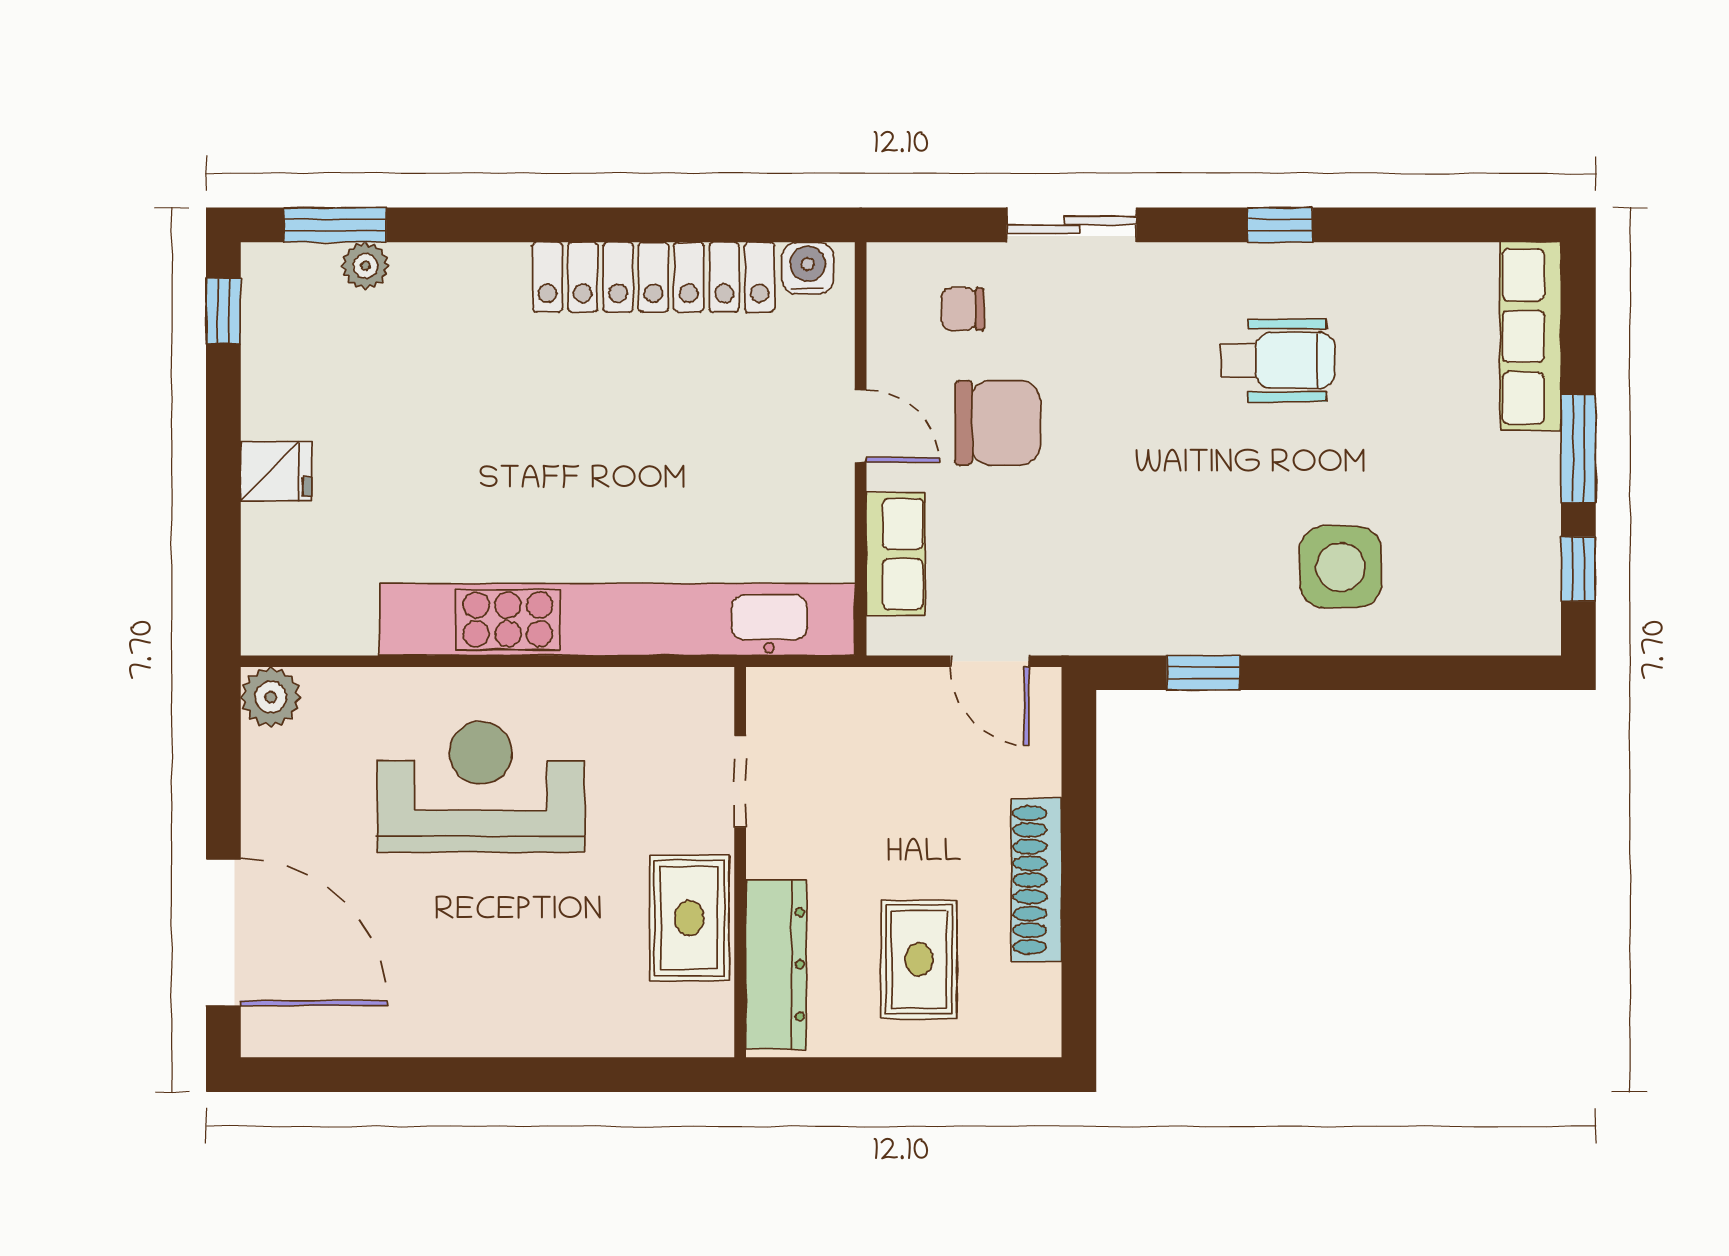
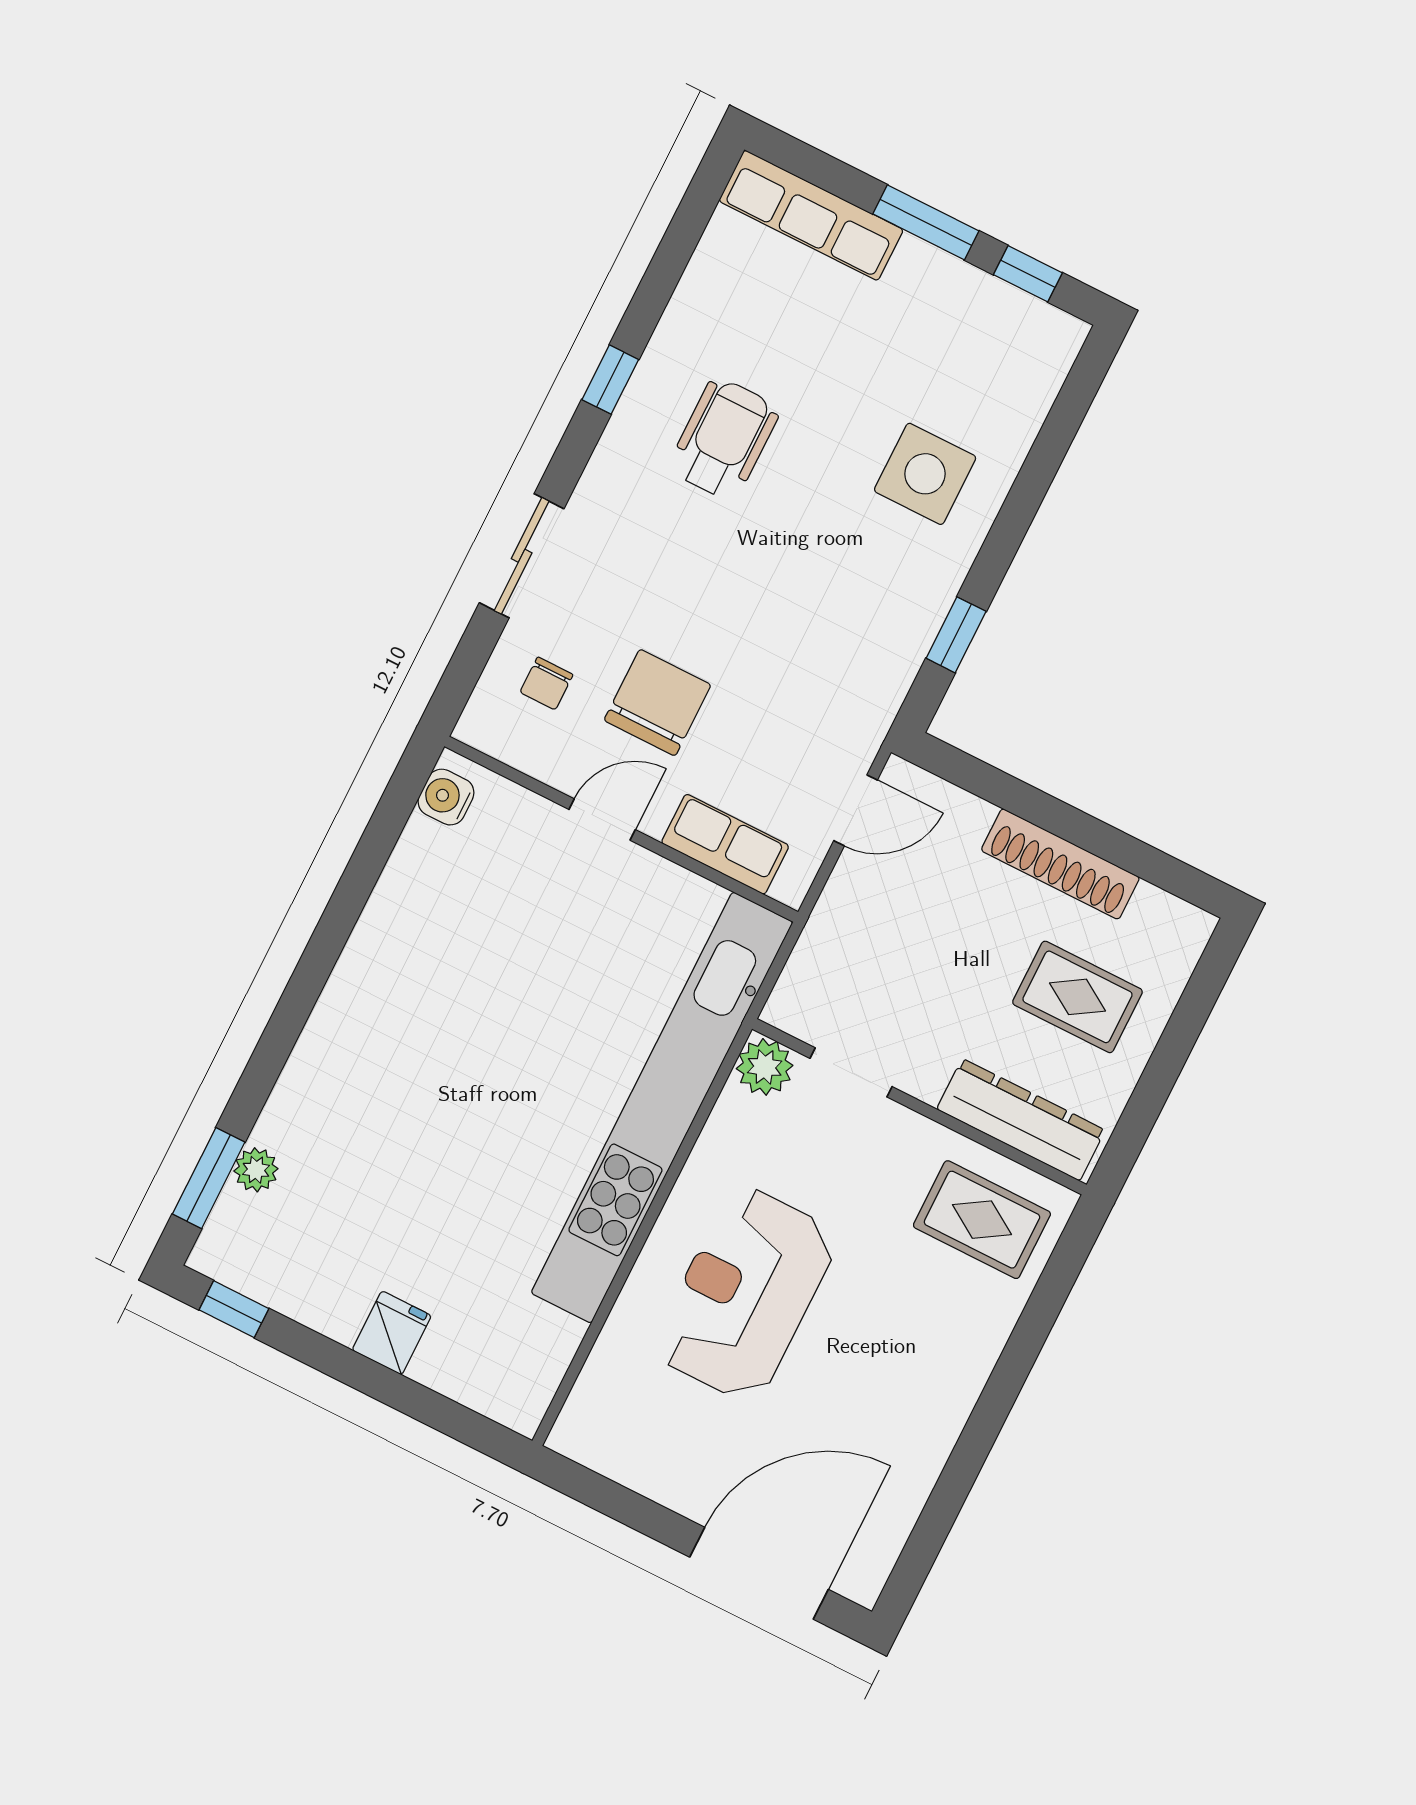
locker: (653, 277) -> (388, 931), removed
plant: (271, 697) -> (765, 1067), moved
rug: (689, 918) -> (982, 1220), moved

